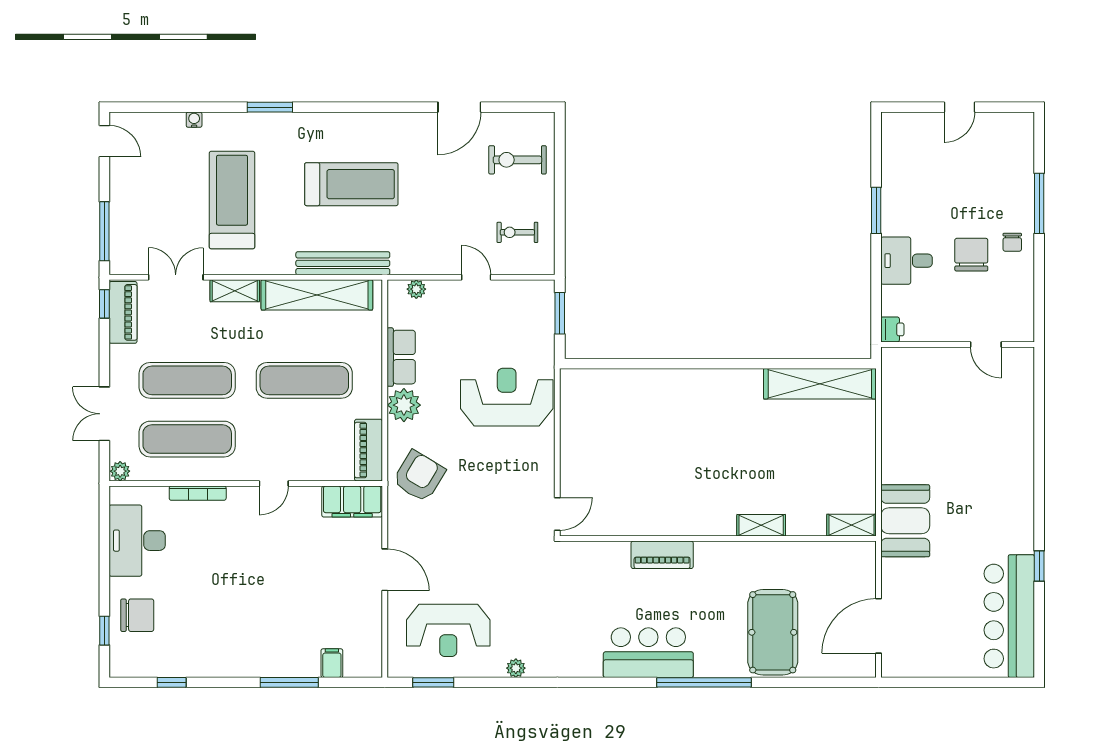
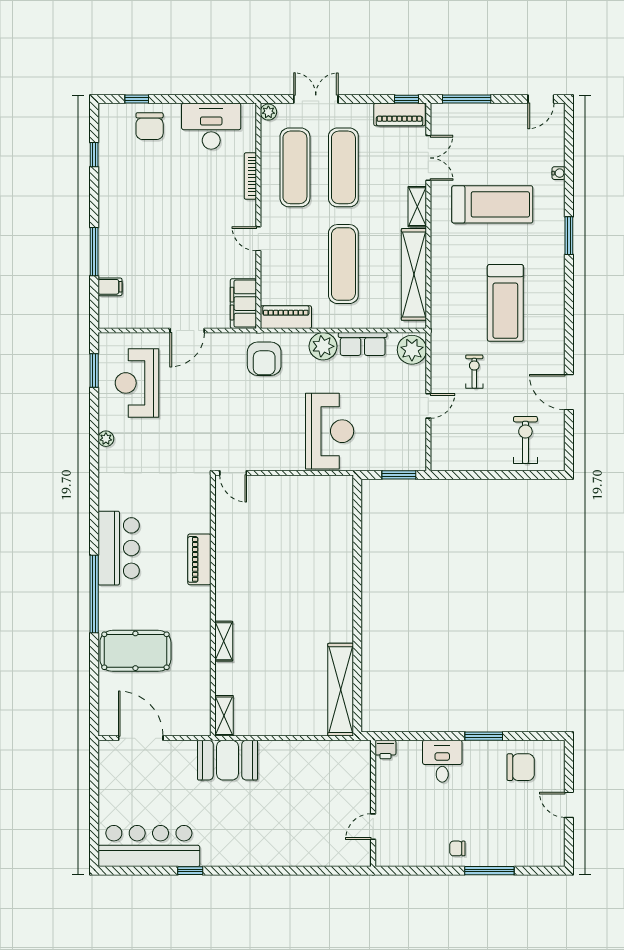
exercise bike: (517, 232) -> (474, 372), moved
chair: (971, 255) -> (521, 767), moved
bench: (343, 263) -> (440, 296), removed
plant: (416, 289) -> (412, 350), width x1.87, depth x1.87
armchair: (419, 476) -> (264, 359), turned 59

